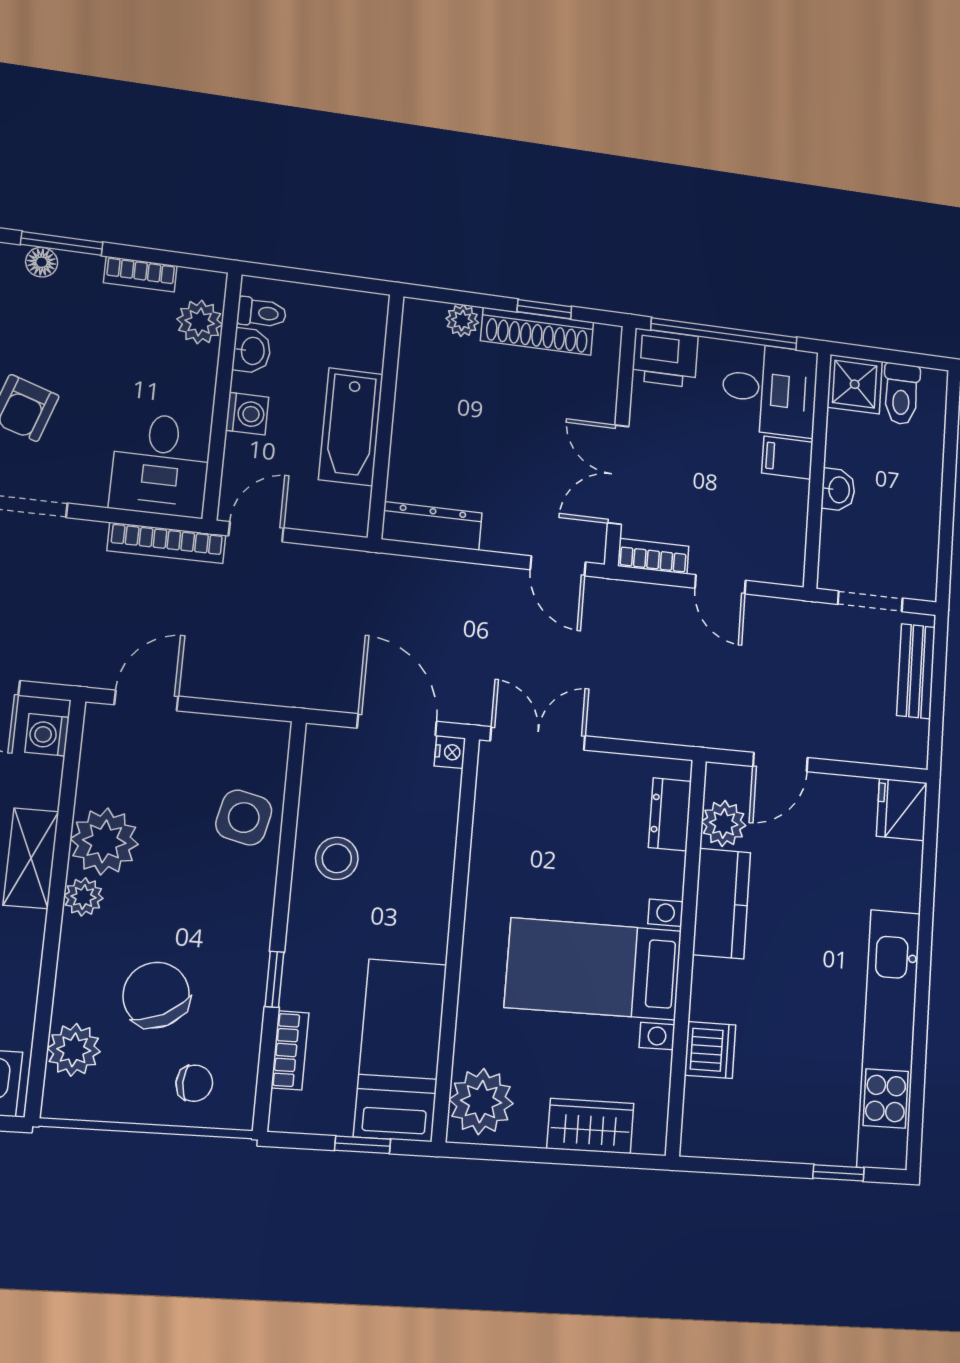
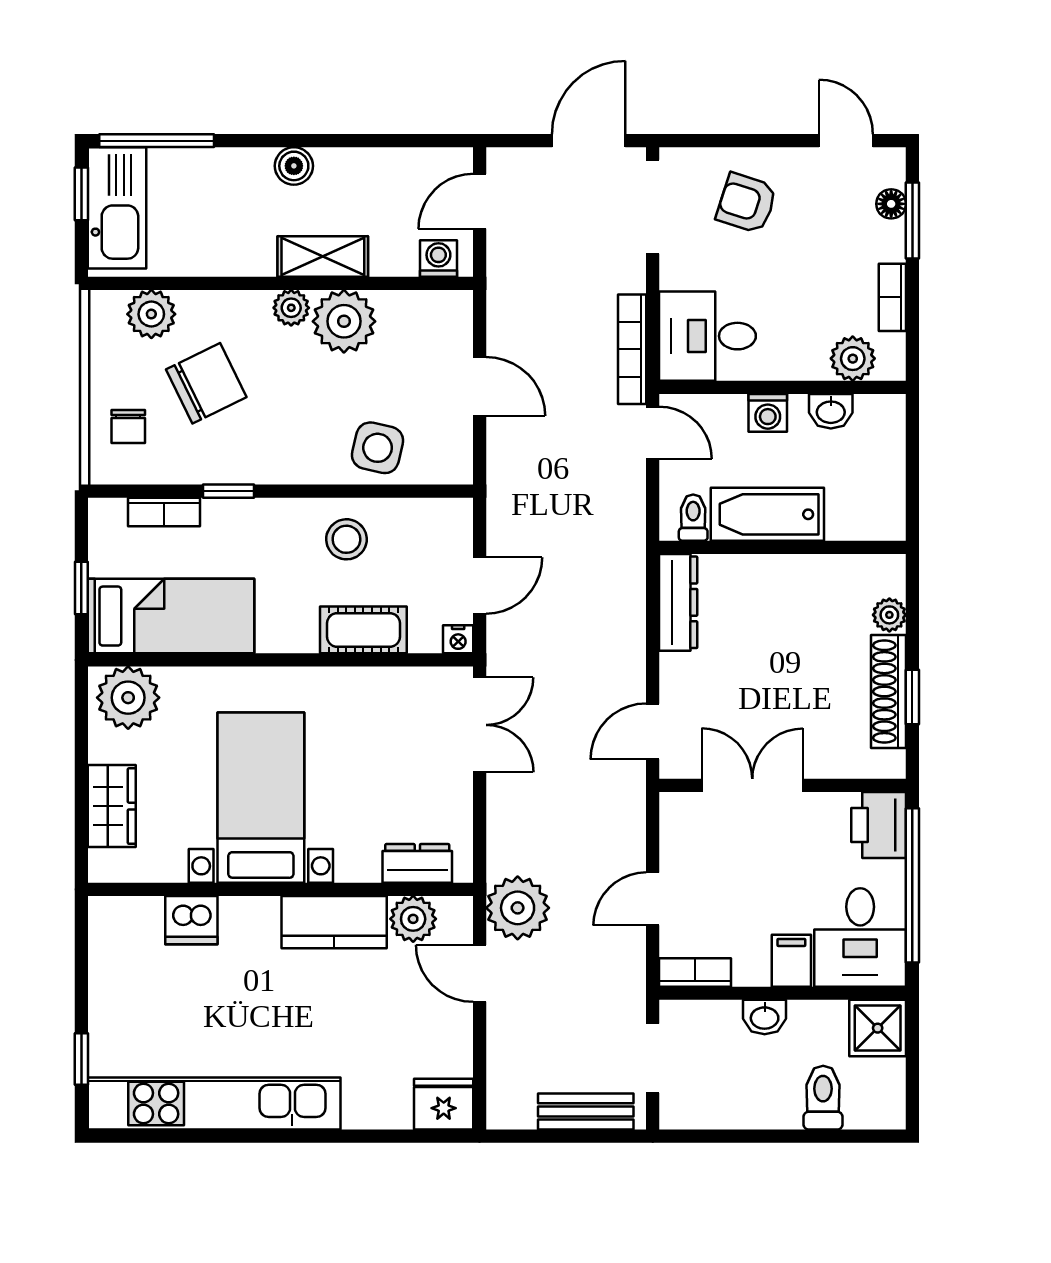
toilet: (262, 313) -> (693, 518), moved, turned 180
toilet: (901, 394) -> (823, 1098), moved, turned 90
bookcase: (653, 556) -> (695, 972), moved, turned -90
door: (146, 700) -> (480, 386), moved
plant: (720, 718) -> (518, 908), added
door: (397, 725) -> (480, 586), width x0.73
cot: (432, 849) -> (363, 630), added

